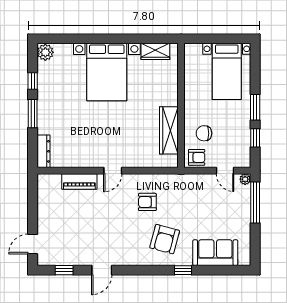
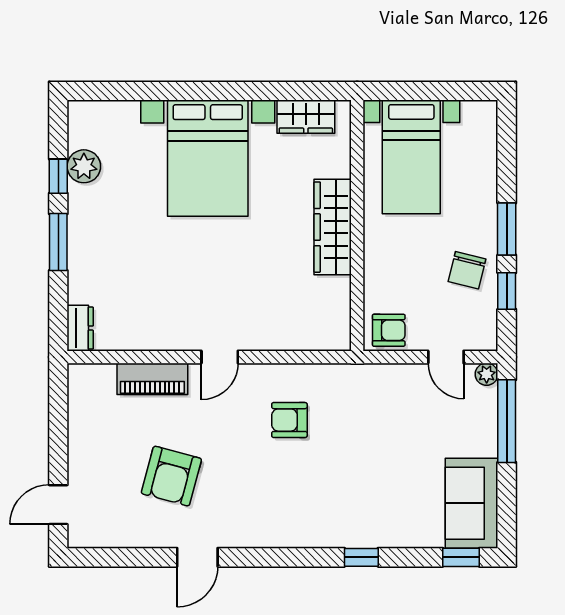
plant: (45, 52) -> (84, 166), moved
bed with nightstands: (227, 71) -> (411, 157), moved
wardrobe: (169, 130) -> (333, 227), moved
chair: (204, 133) -> (467, 270), moved, turned -76
dresser: (44, 151) -> (80, 328), width x0.70
armchair: (165, 239) -> (171, 476), moved
sofa: (215, 253) -> (472, 503), moved, turned -90
window: (64, 270) -> (461, 557), moved

